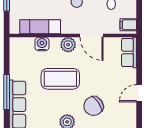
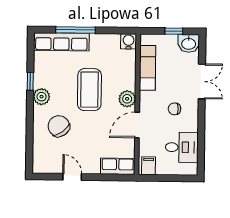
water cooler: (42, 44) -> (129, 41), moved, turned -90

